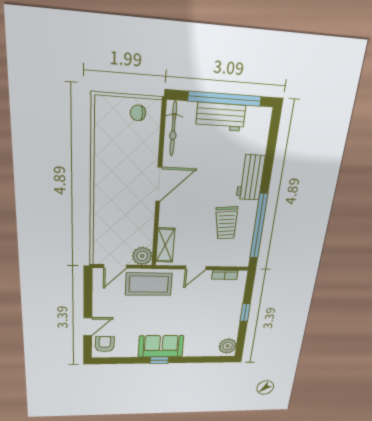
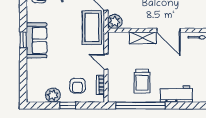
trolley: (226, 223) -> (142, 81), turned -85
shelving: (165, 245) -> (143, 38), moved
armchair: (222, 301) -> (78, 86), added
plant: (228, 346) -> (53, 95), moved

